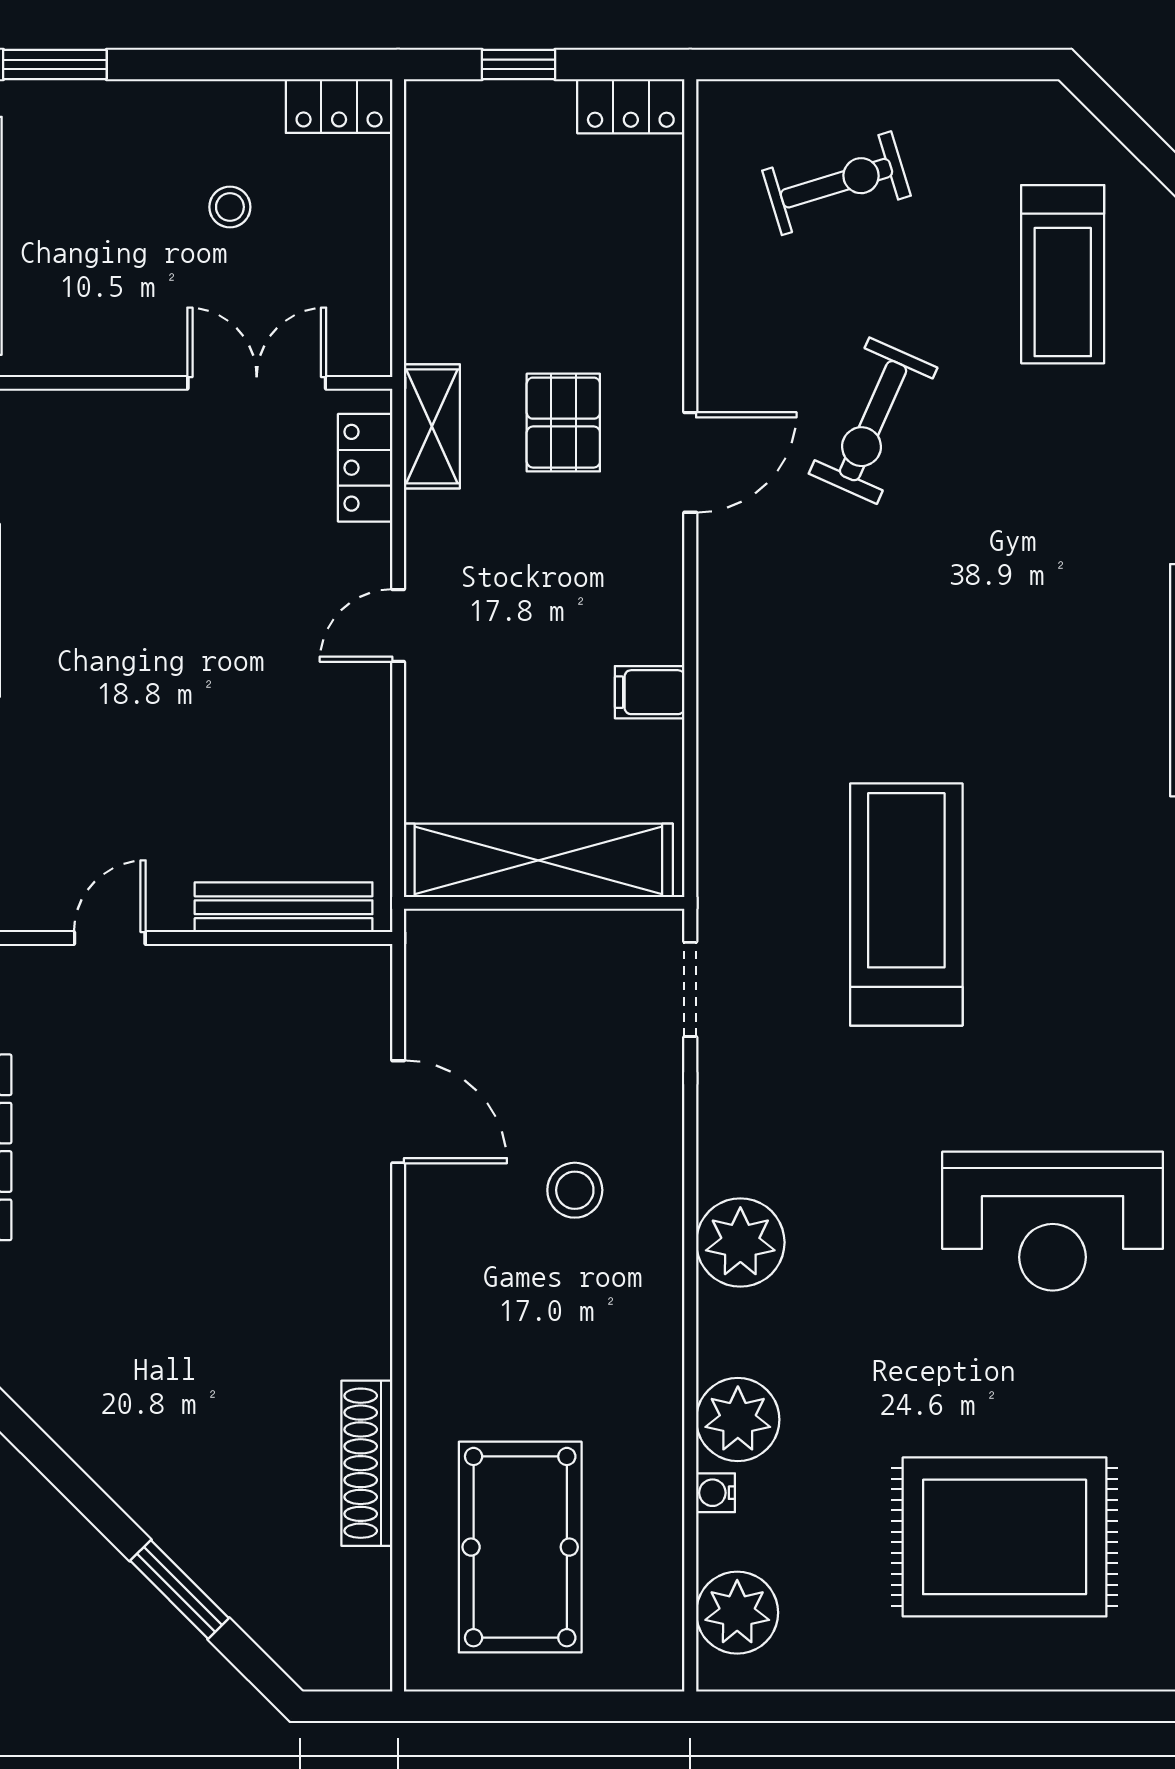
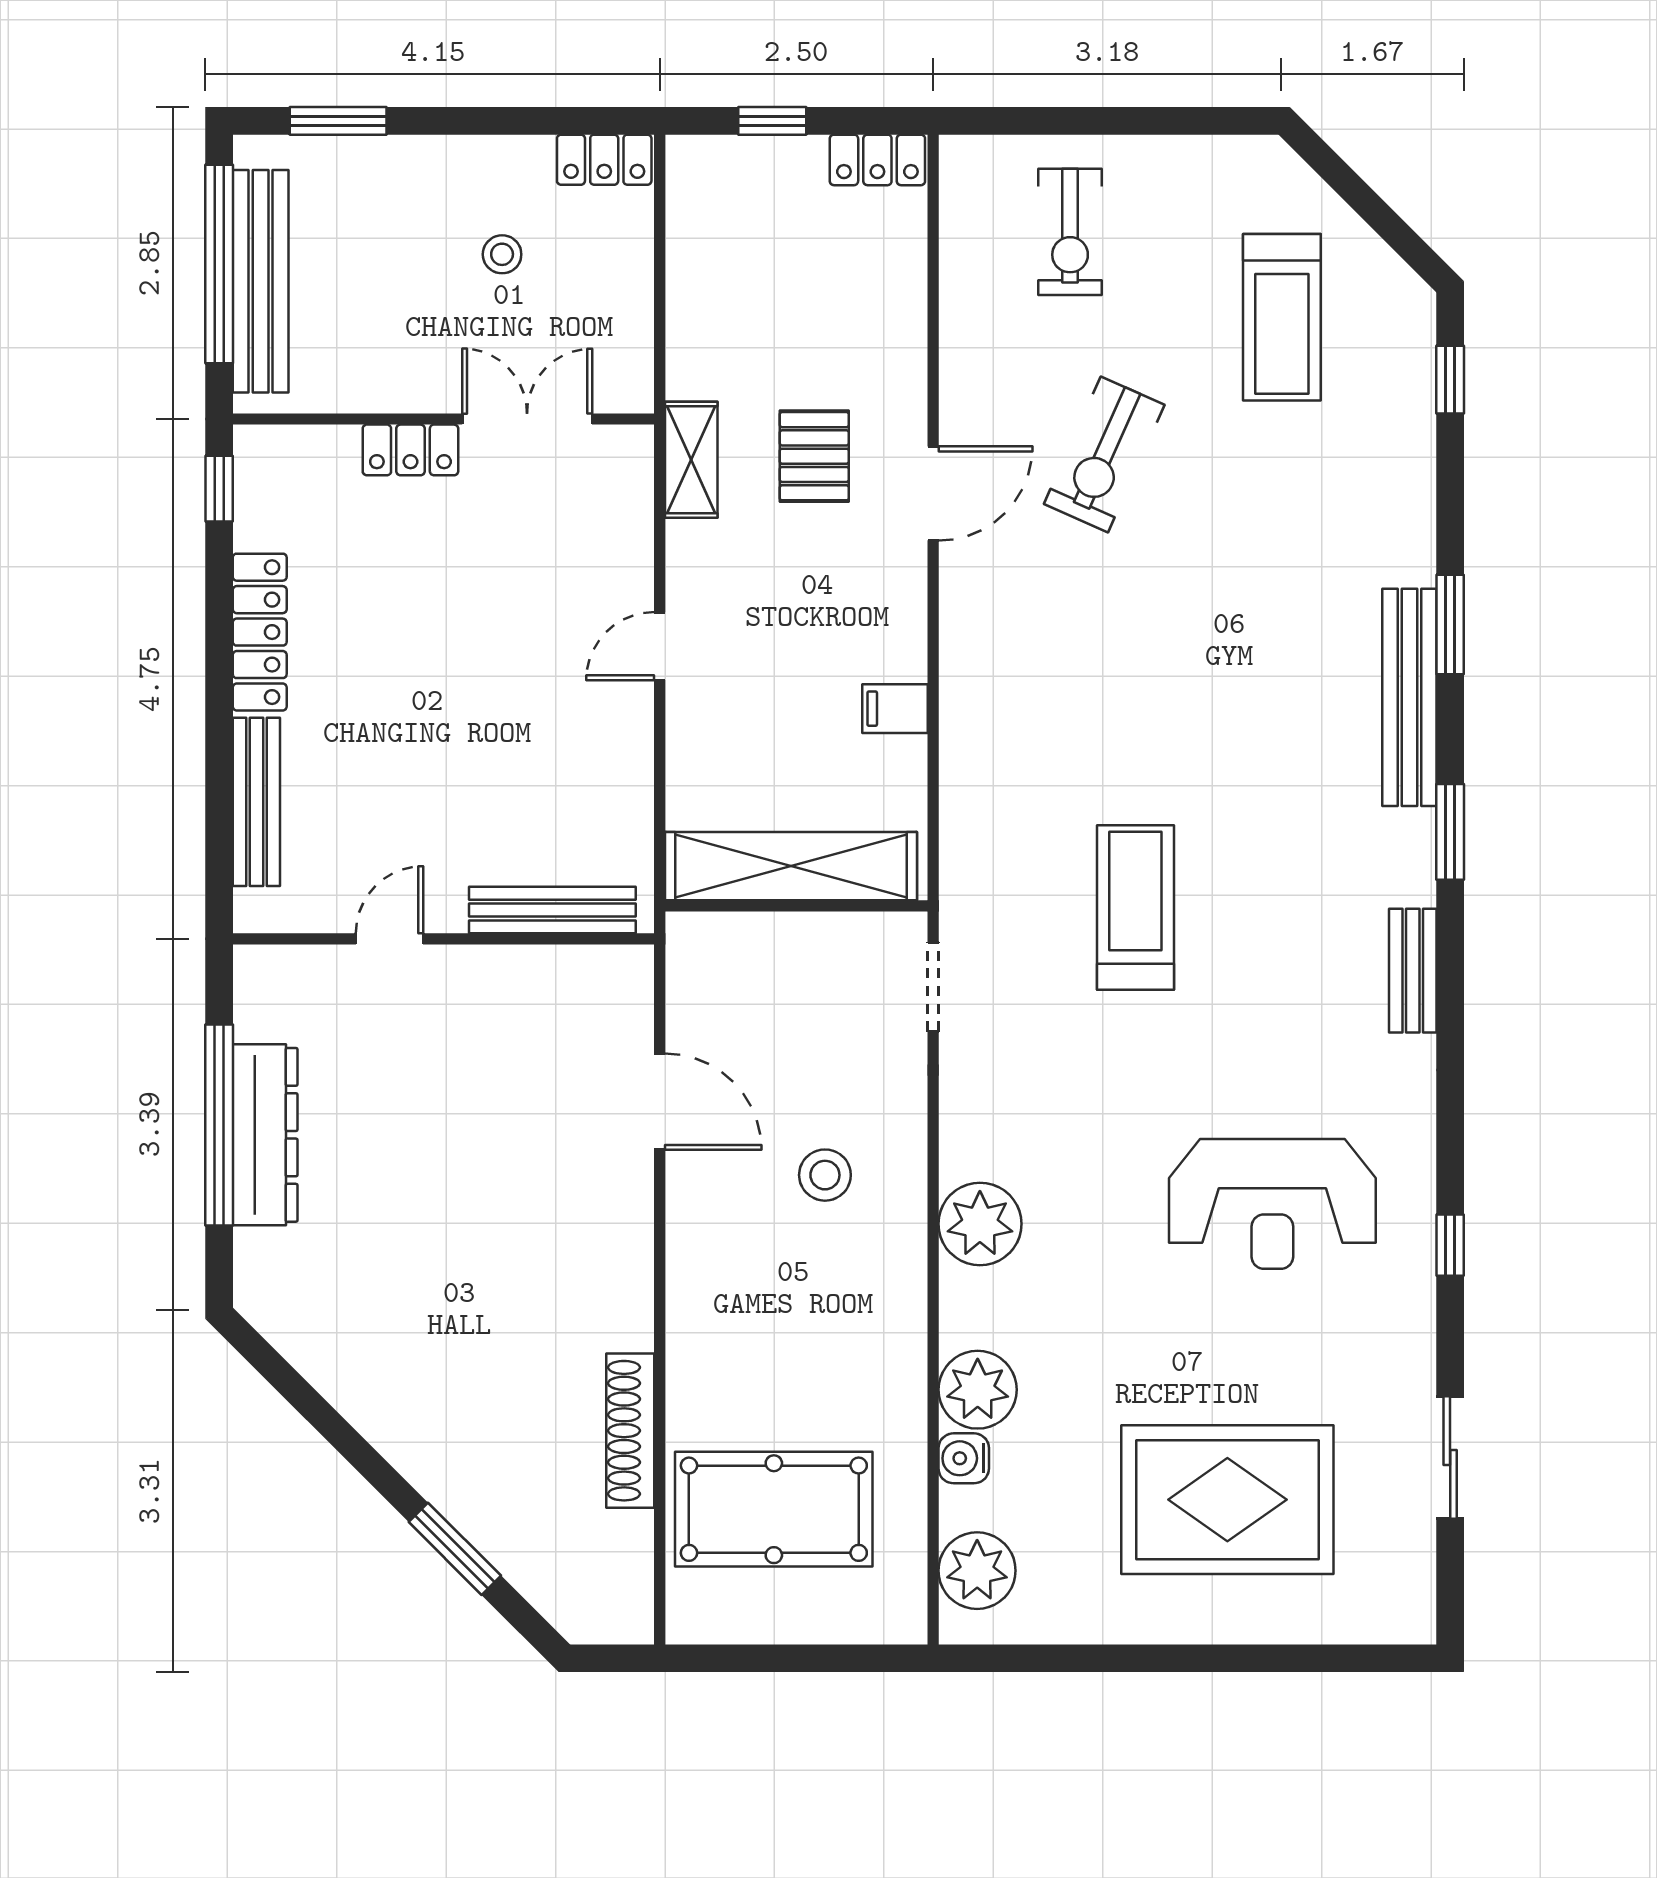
exercise bike: (836, 183) -> (1070, 232), turned 107
locker: (365, 468) -> (410, 450), moved, turned -90
treadmill: (906, 905) -> (1135, 907), width x0.73, depth x0.73
water cooler: (716, 1493) -> (964, 1458), width x1.38, depth x1.38
pool table: (520, 1547) -> (774, 1509), turned 90

